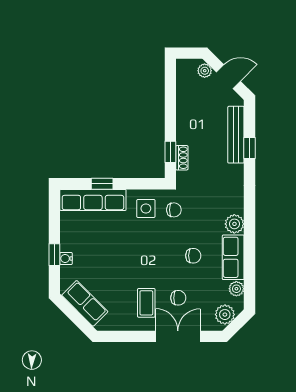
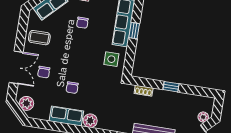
window: (170, 152) -> (171, 87), moved
chair: (174, 210) -> (82, 23), moved
plant: (236, 289) -> (44, 115), removed
coffee table: (146, 303) -> (39, 38), moved

